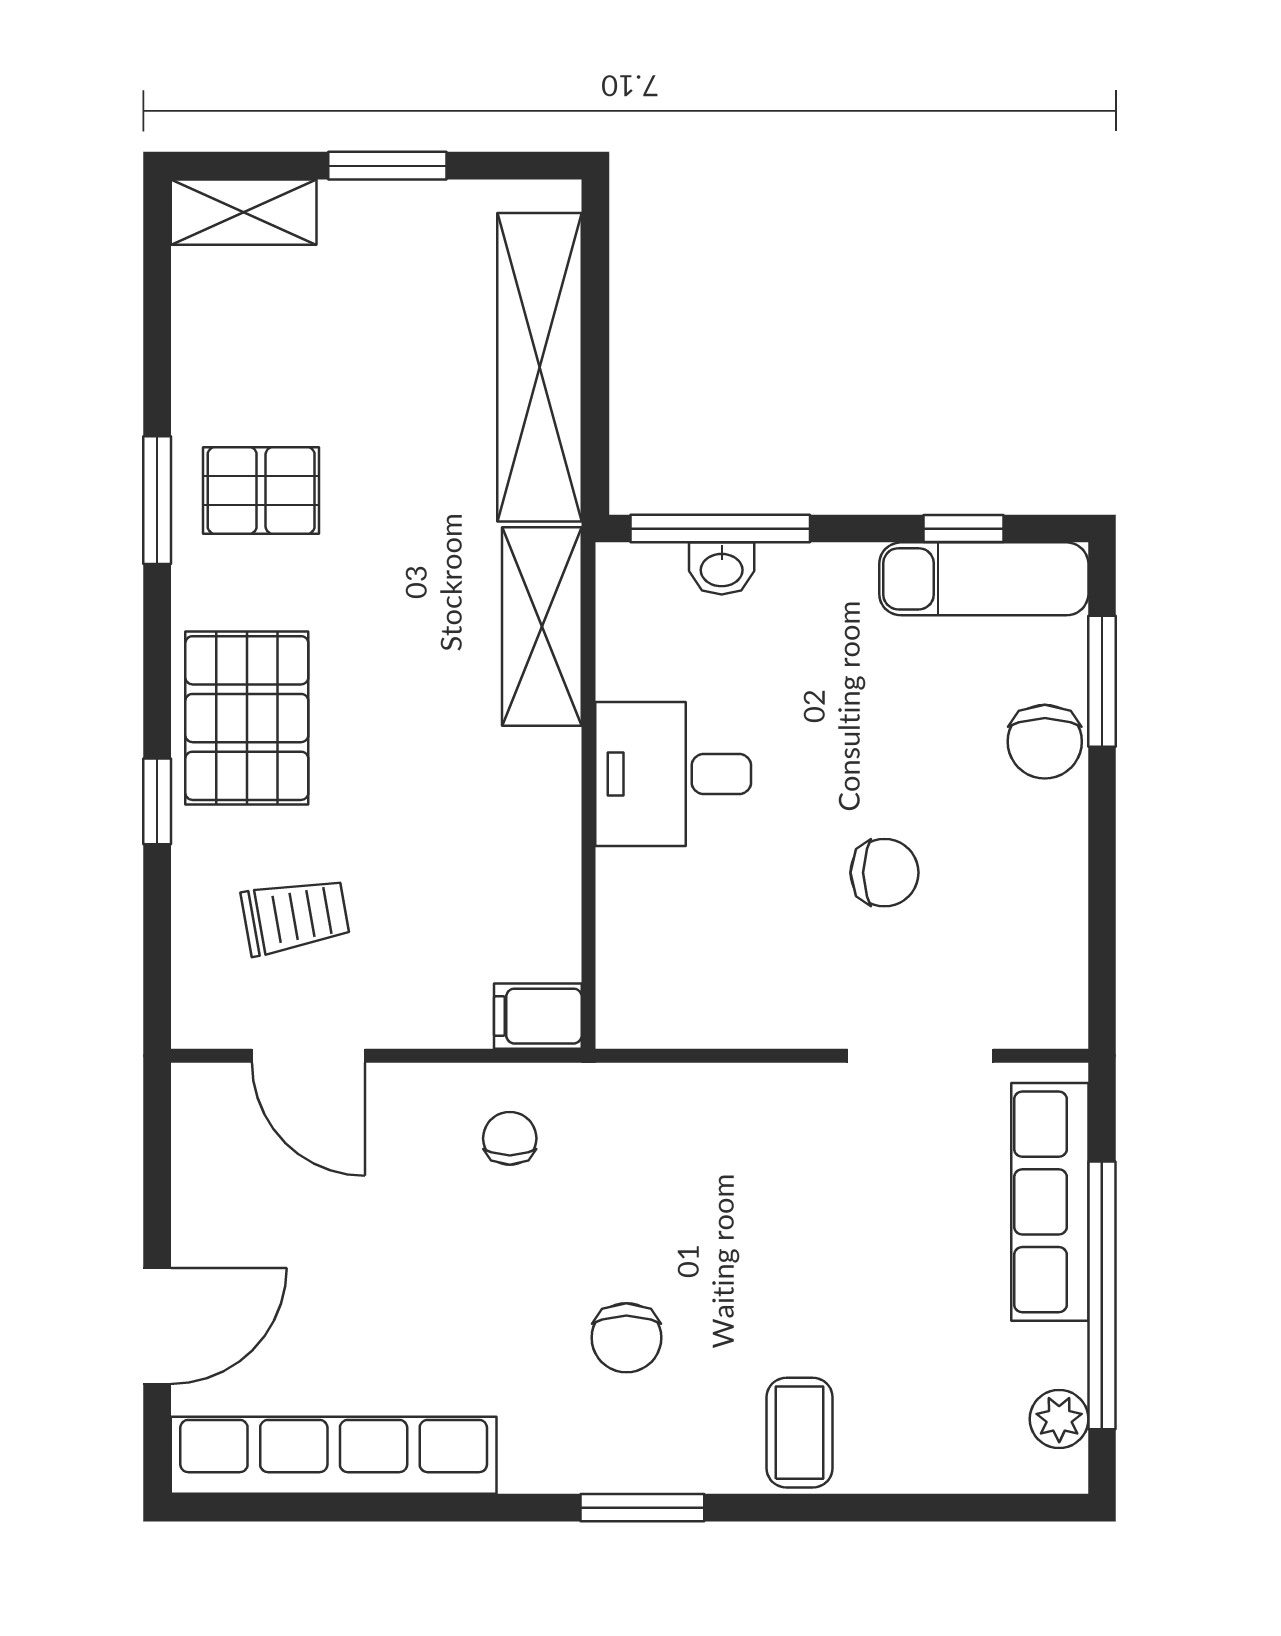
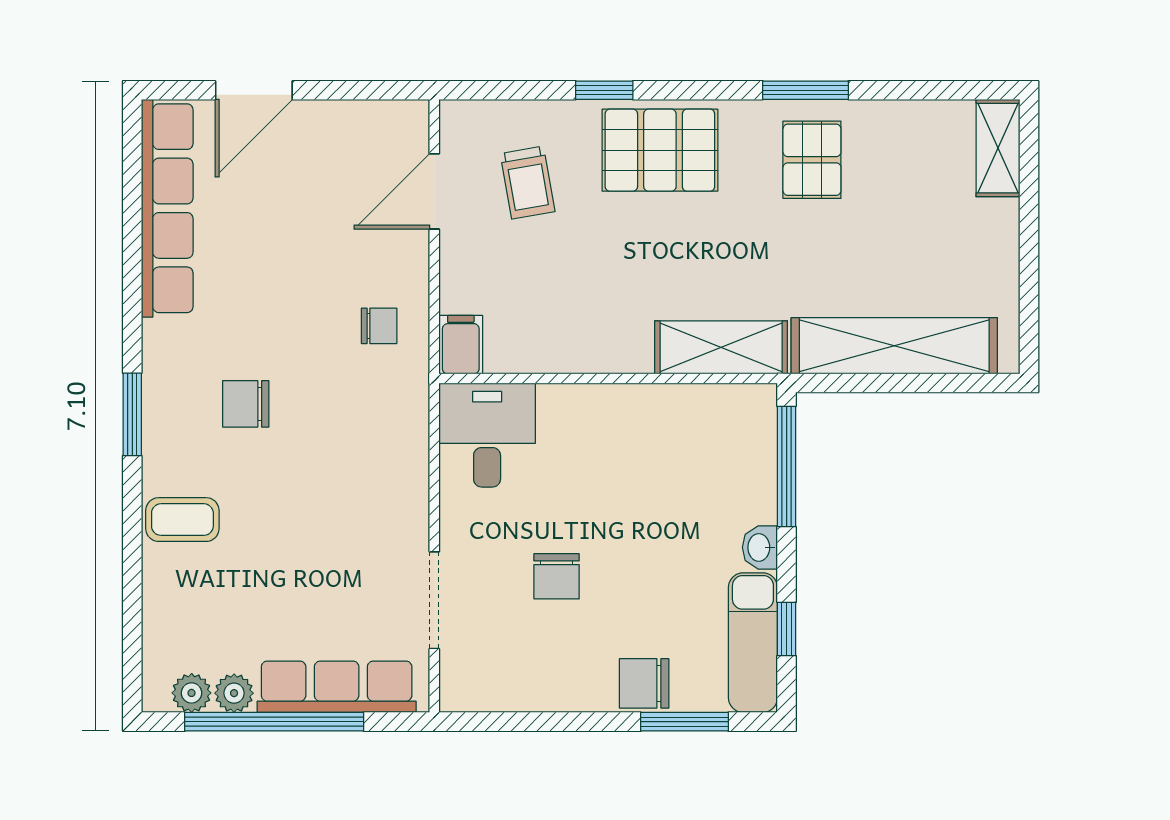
window: (387, 166) -> (1029, 244), removed
washbasin: (722, 568) -> (760, 547), moved
desk: (673, 774) -> (487, 435), moved
door: (157, 1326) -> (254, 90), hinge flipped
plant: (1059, 1355) -> (234, 693), added

